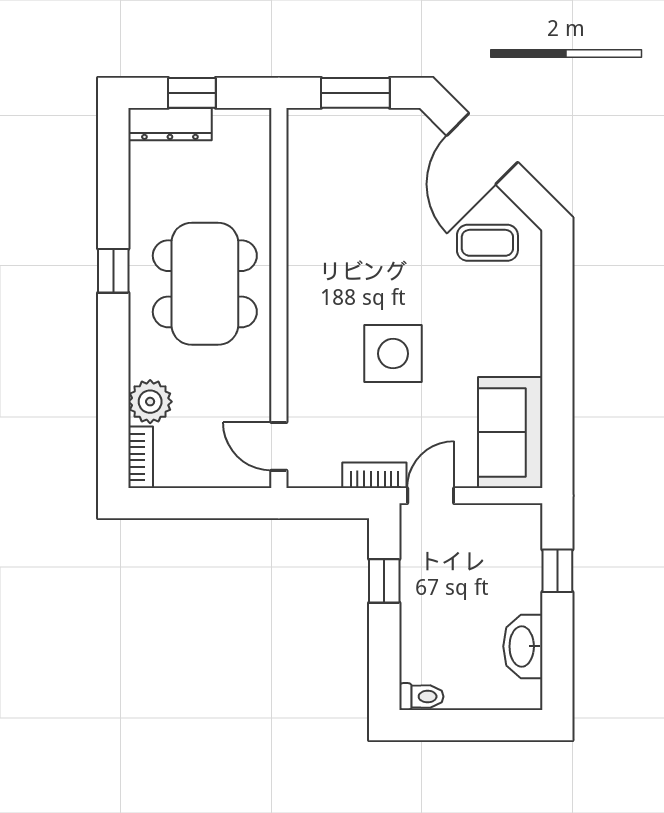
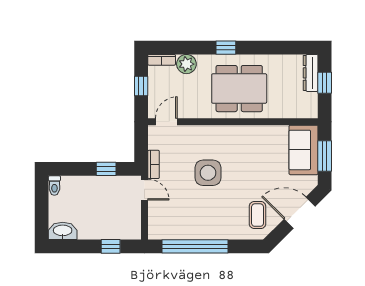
window: (113, 271) -> (226, 48), moved
window: (557, 383) -> (195, 246), added
sofa: (510, 432) -> (304, 150), moved, turned -90
window: (199, 503) -> (141, 86), added
washbasin: (523, 646) -> (63, 231), moved

